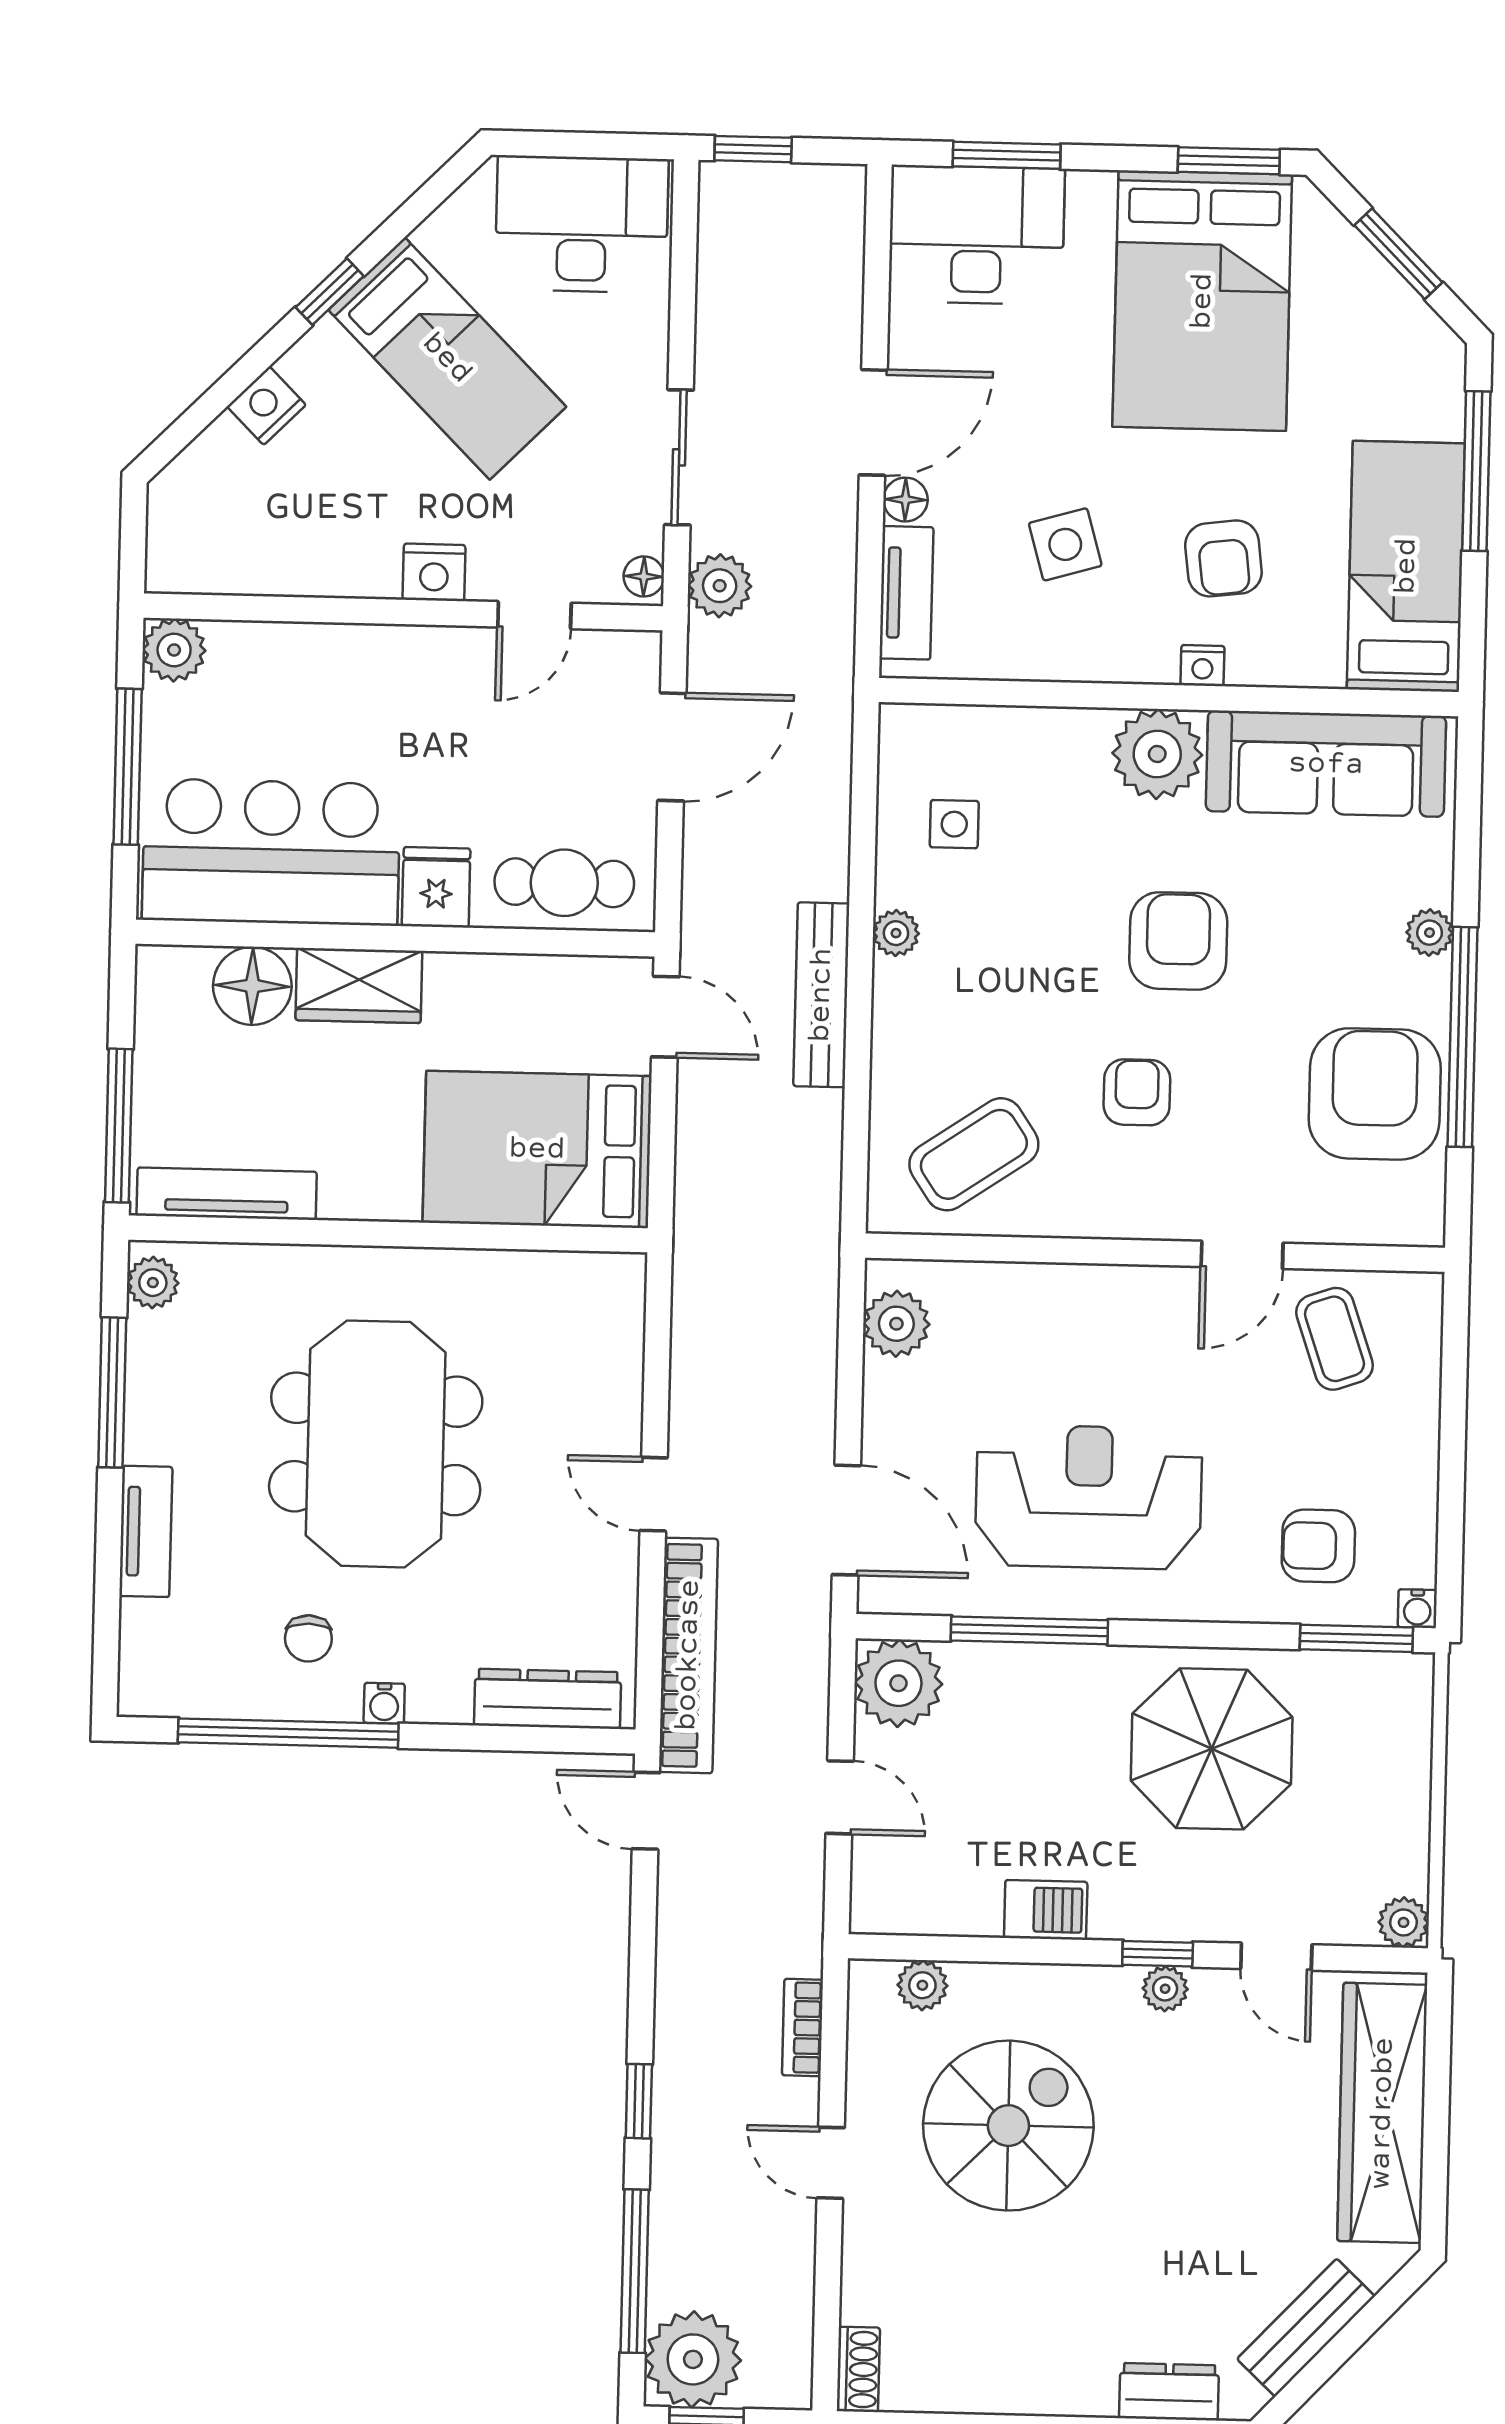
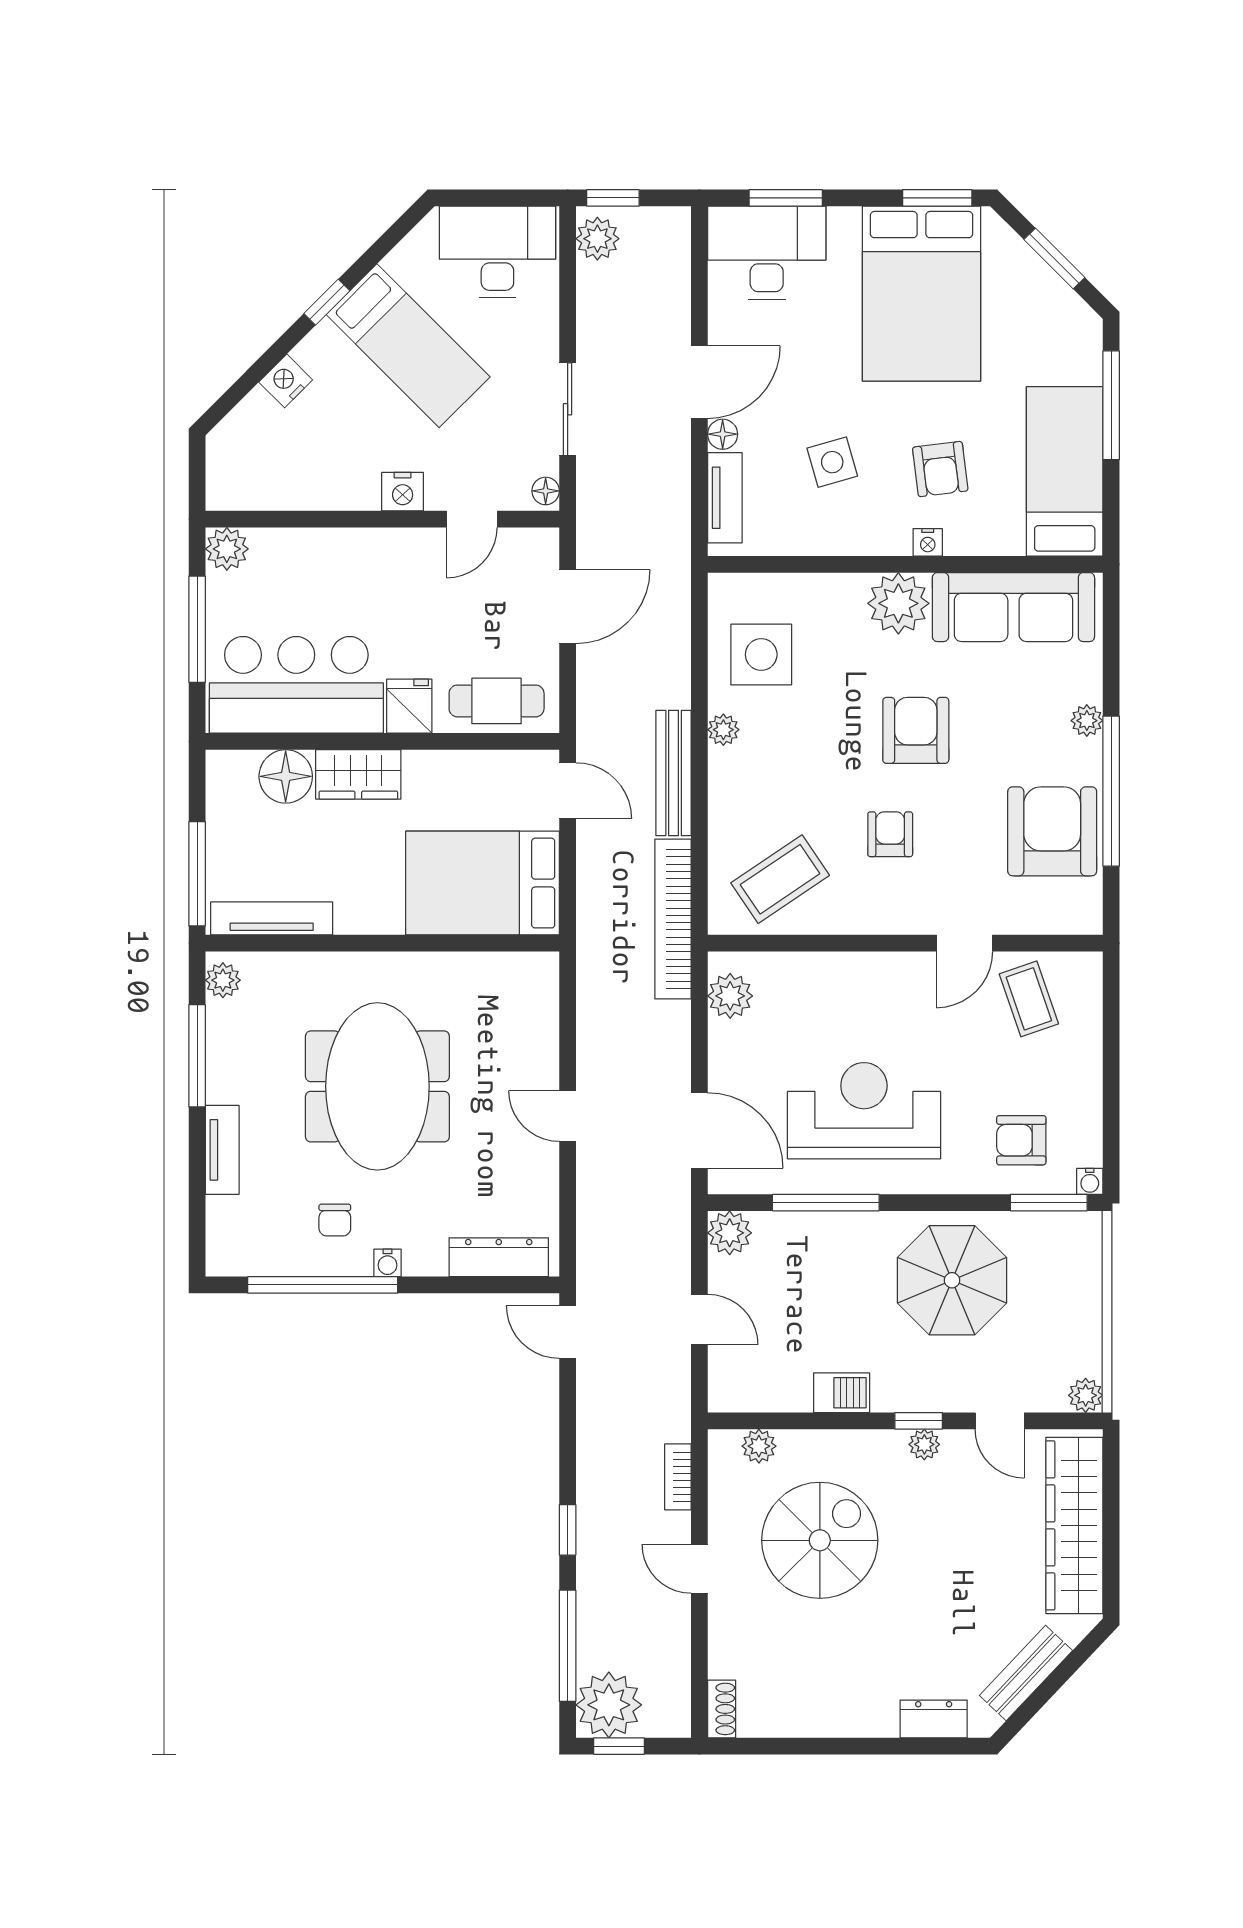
plant: (720, 586) -> (597, 239), moved
side table: (954, 824) -> (761, 655), width x1.87, depth x1.87
bookcase: (688, 1655) -> (673, 919), moved, turned 180
plant: (898, 1683) -> (730, 1233), width x0.73, depth x0.73

